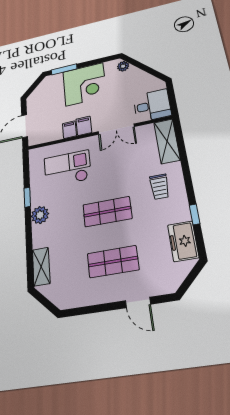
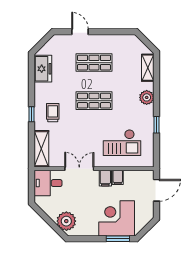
plant: (123, 66) -> (66, 221), width x1.88, depth x1.88
corner desk: (84, 84) -> (117, 218), moved
window: (195, 214) -> (31, 114), moved
plant: (40, 215) -> (147, 97), moved

